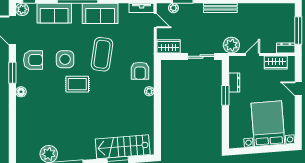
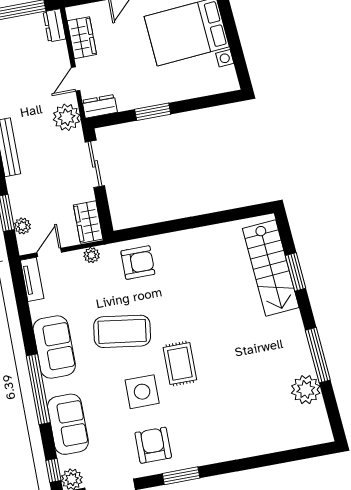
door: (253, 54) -> (76, 79), hinge flipped
dresser: (234, 83) -> (100, 106), moved
plant: (149, 91) -> (92, 255), moved
floor lamp: (21, 92) -> (210, 455), removed

